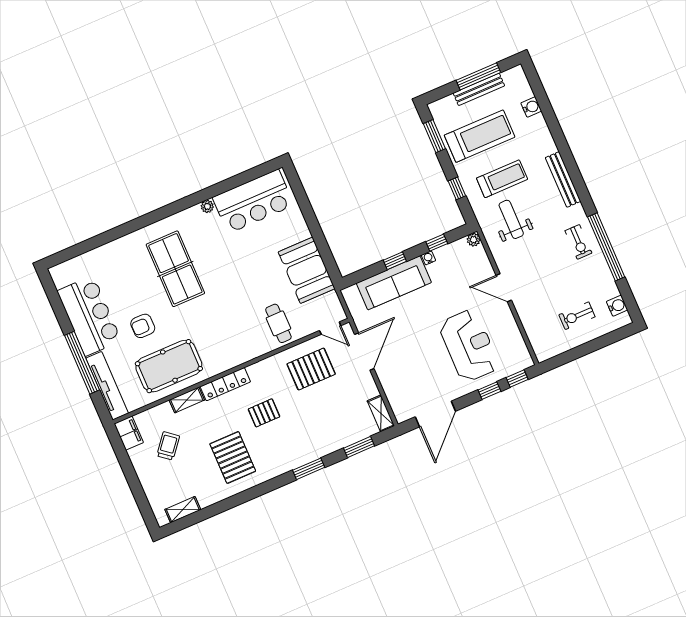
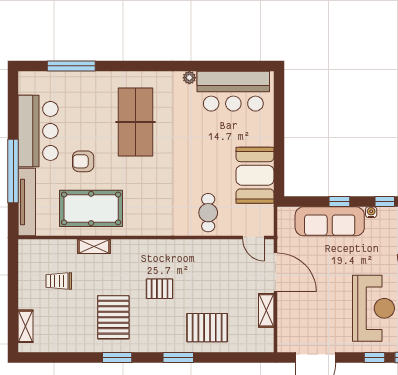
window: (94, 243) -> (71, 66), added
door: (364, 352) -> (276, 272), hinge flipped
pallet: (311, 369) -> (207, 328), moved
locker: (225, 384) -> (136, 247), removed
shelving: (381, 413) -> (266, 310), moved
filing cabinet: (129, 433) -> (28, 254), removed
trolley: (168, 446) -> (59, 281), turned -129
window: (359, 447) -> (117, 358), moved
shelving: (183, 510) -> (26, 326), moved, turned 90

